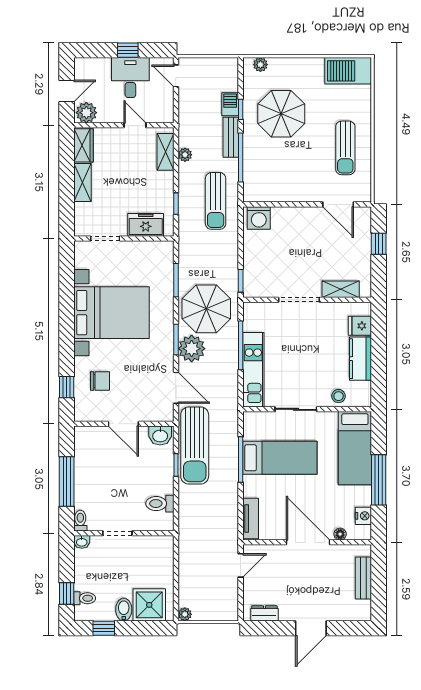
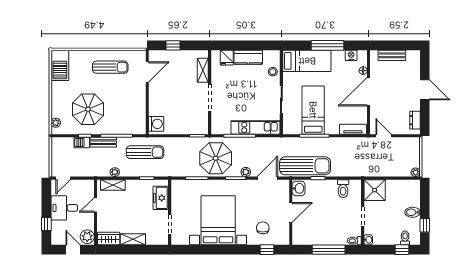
window: (128, 50) -> (46, 224), moved
plant: (192, 349) -> (246, 172), width x0.53, depth x0.53
shower: (149, 605) -> (375, 190), moved

